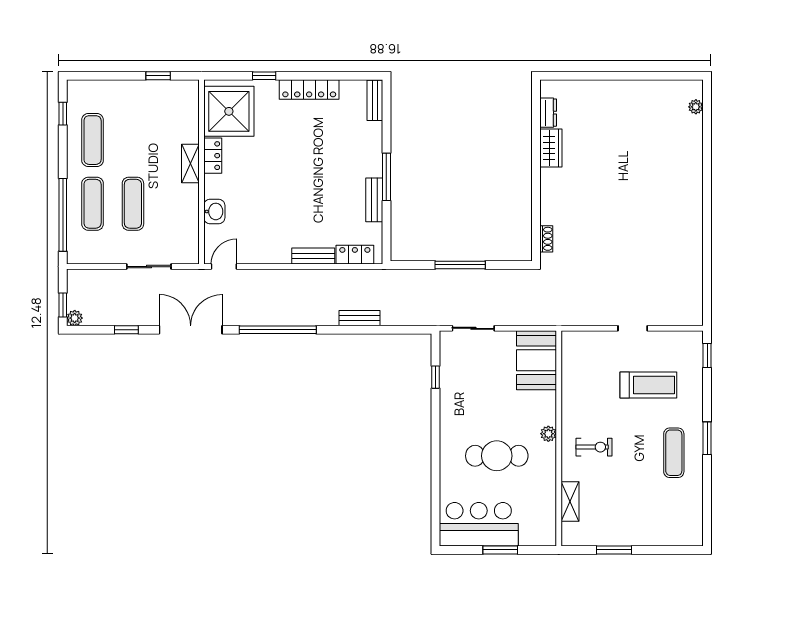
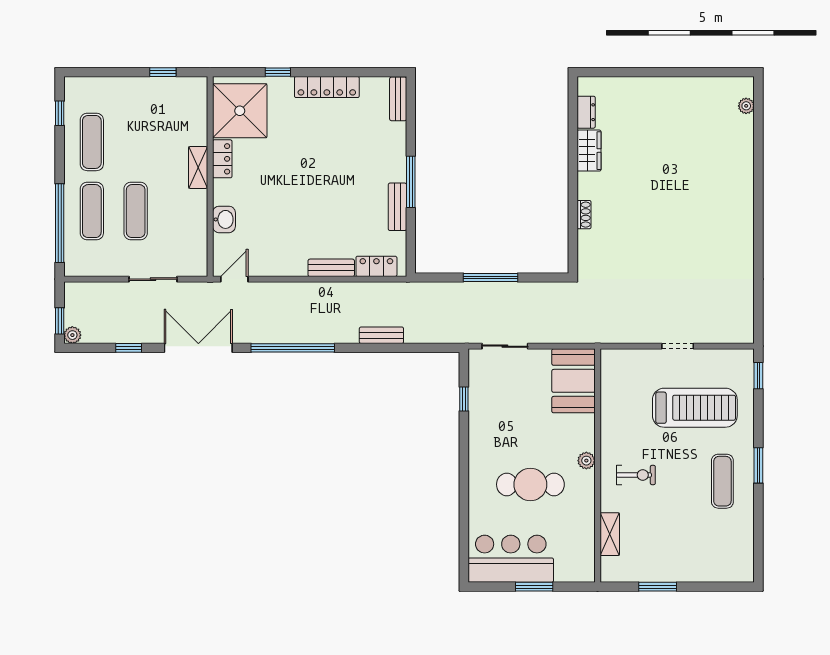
shoe rack: (546, 239) -> (584, 215), moved
treadmill: (648, 385) -> (695, 408), width x1.37, depth x1.37

